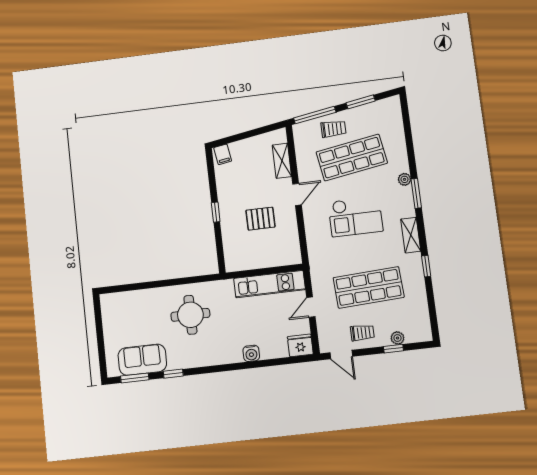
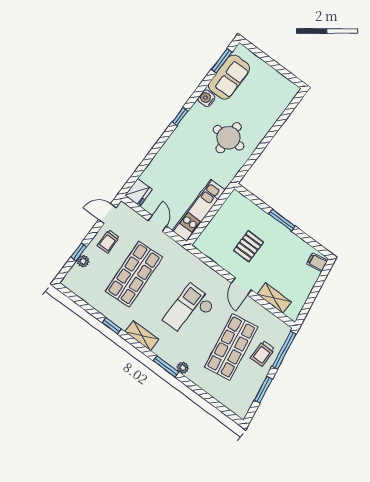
window: (216, 212) -> (282, 220), width x1.50
water cooler: (251, 353) -> (206, 98), moved
window: (173, 374) -> (180, 116), moved

